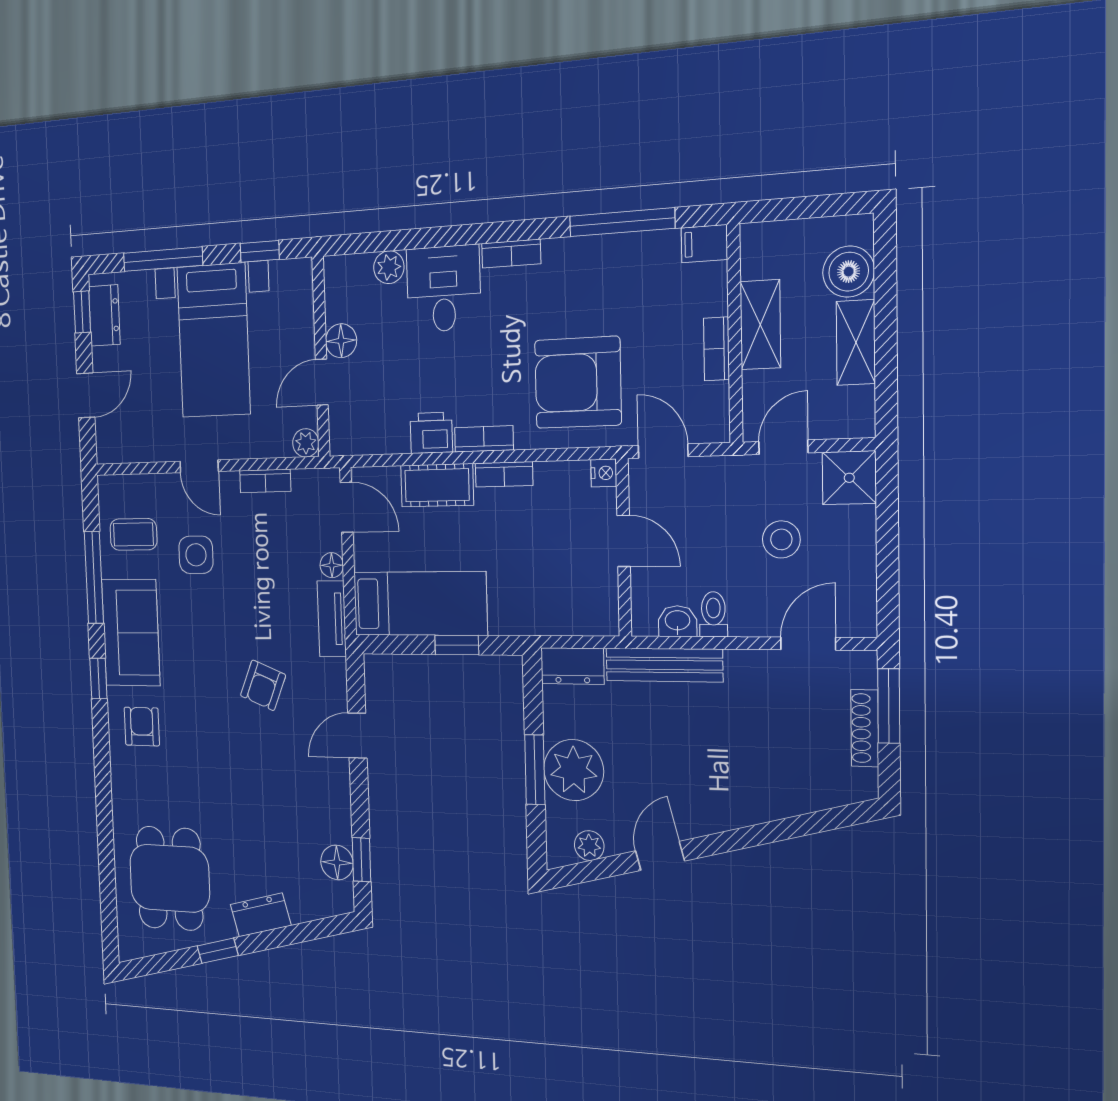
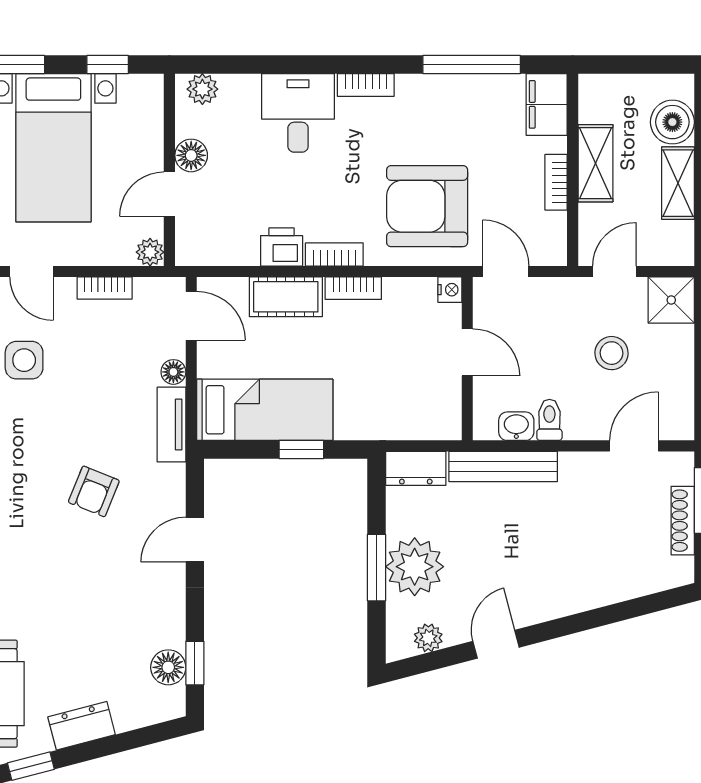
filing cabinet: (704, 244) -> (547, 104), width x2.00
plant: (389, 267) -> (202, 89), moved

